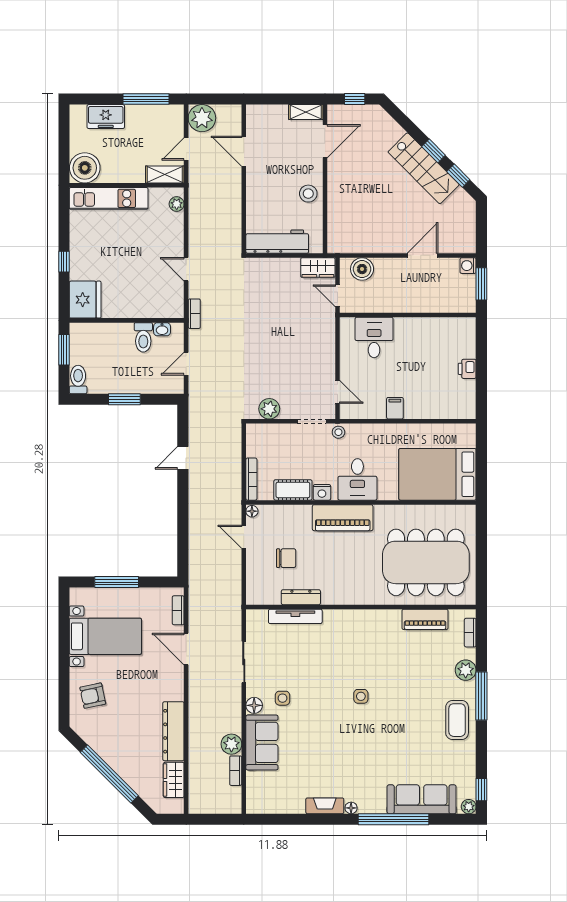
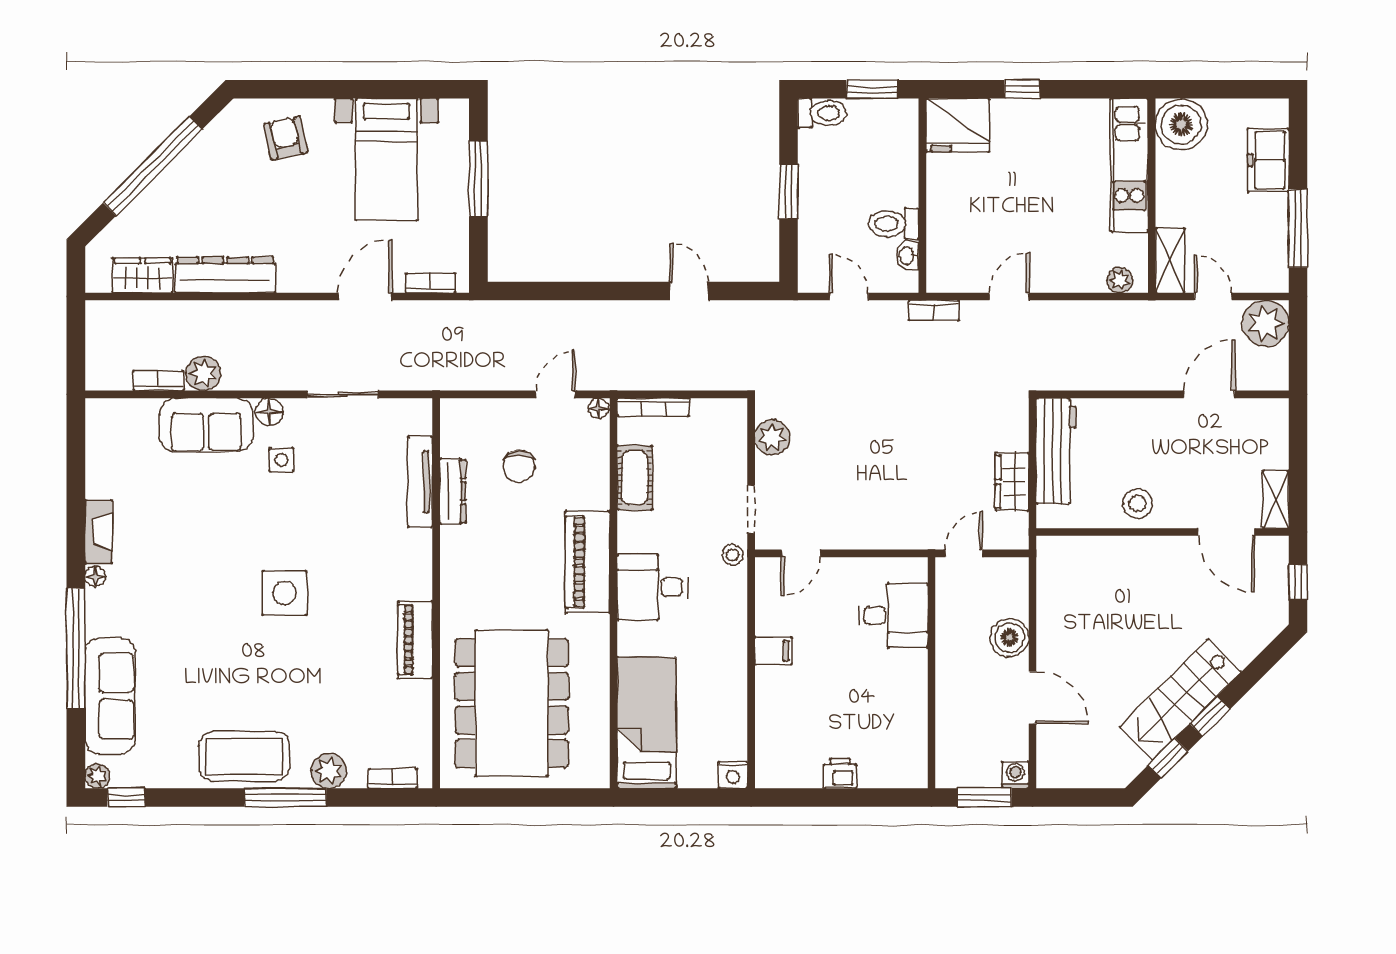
wardrobe: (318, 268) -> (1012, 482), moved
boiler: (362, 269) -> (1010, 638), moved
bed: (437, 474) -> (647, 723), width x0.67
nightstand: (322, 492) -> (733, 775), moved, turned -90
piano: (425, 619) -> (415, 640), moved
side table: (361, 696) -> (285, 593), width x1.87, depth x1.87
coffee table: (457, 720) -> (244, 756), width x1.36, depth x1.32

